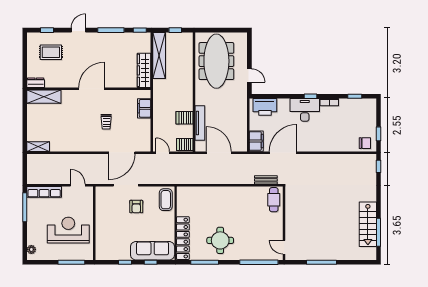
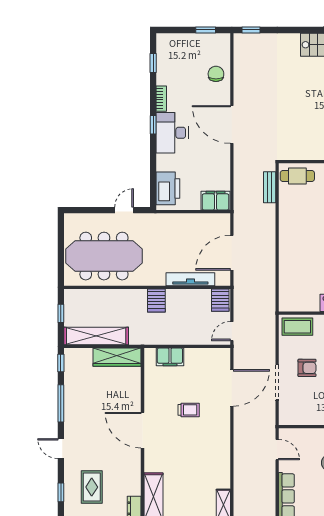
server rack: (185, 118) -> (156, 300), moved
chair: (365, 143) -> (216, 74), moved
door: (122, 153) -> (232, 388), hinge flipped
door: (283, 153) -> (232, 124), moved
door: (78, 185) -> (277, 450), swing flipped

